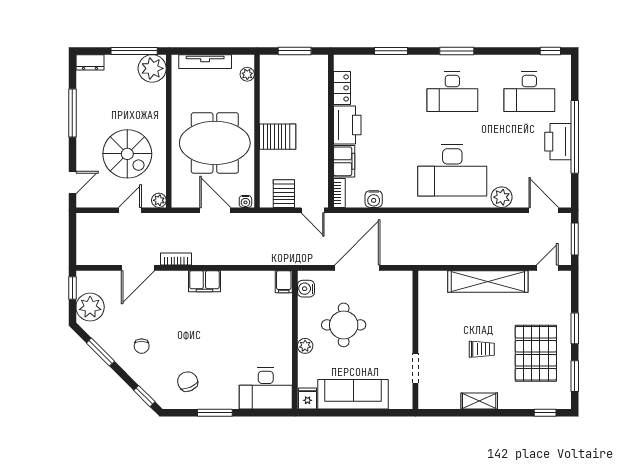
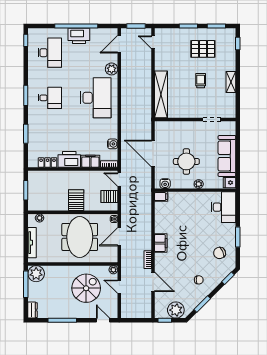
desk: (452, 92) -> (50, 98), width x0.73
door: (313, 210) -> (119, 180), swing flipped
shelving: (488, 281) -> (161, 94), moved
pallet: (536, 353) -> (203, 49), width x0.73, depth x0.71

